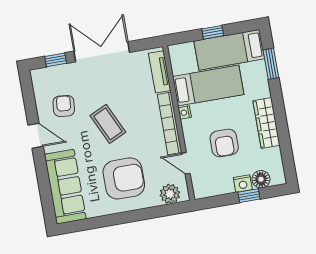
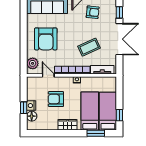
window: (213, 32) -> (119, 115), moved
bed: (208, 86) -> (90, 111), moved, turned 180
wardrobe: (266, 123) -> (68, 125), width x0.67
coffee table: (108, 124) -> (89, 47), moved
door: (186, 163) -> (48, 75), hinge flipped

